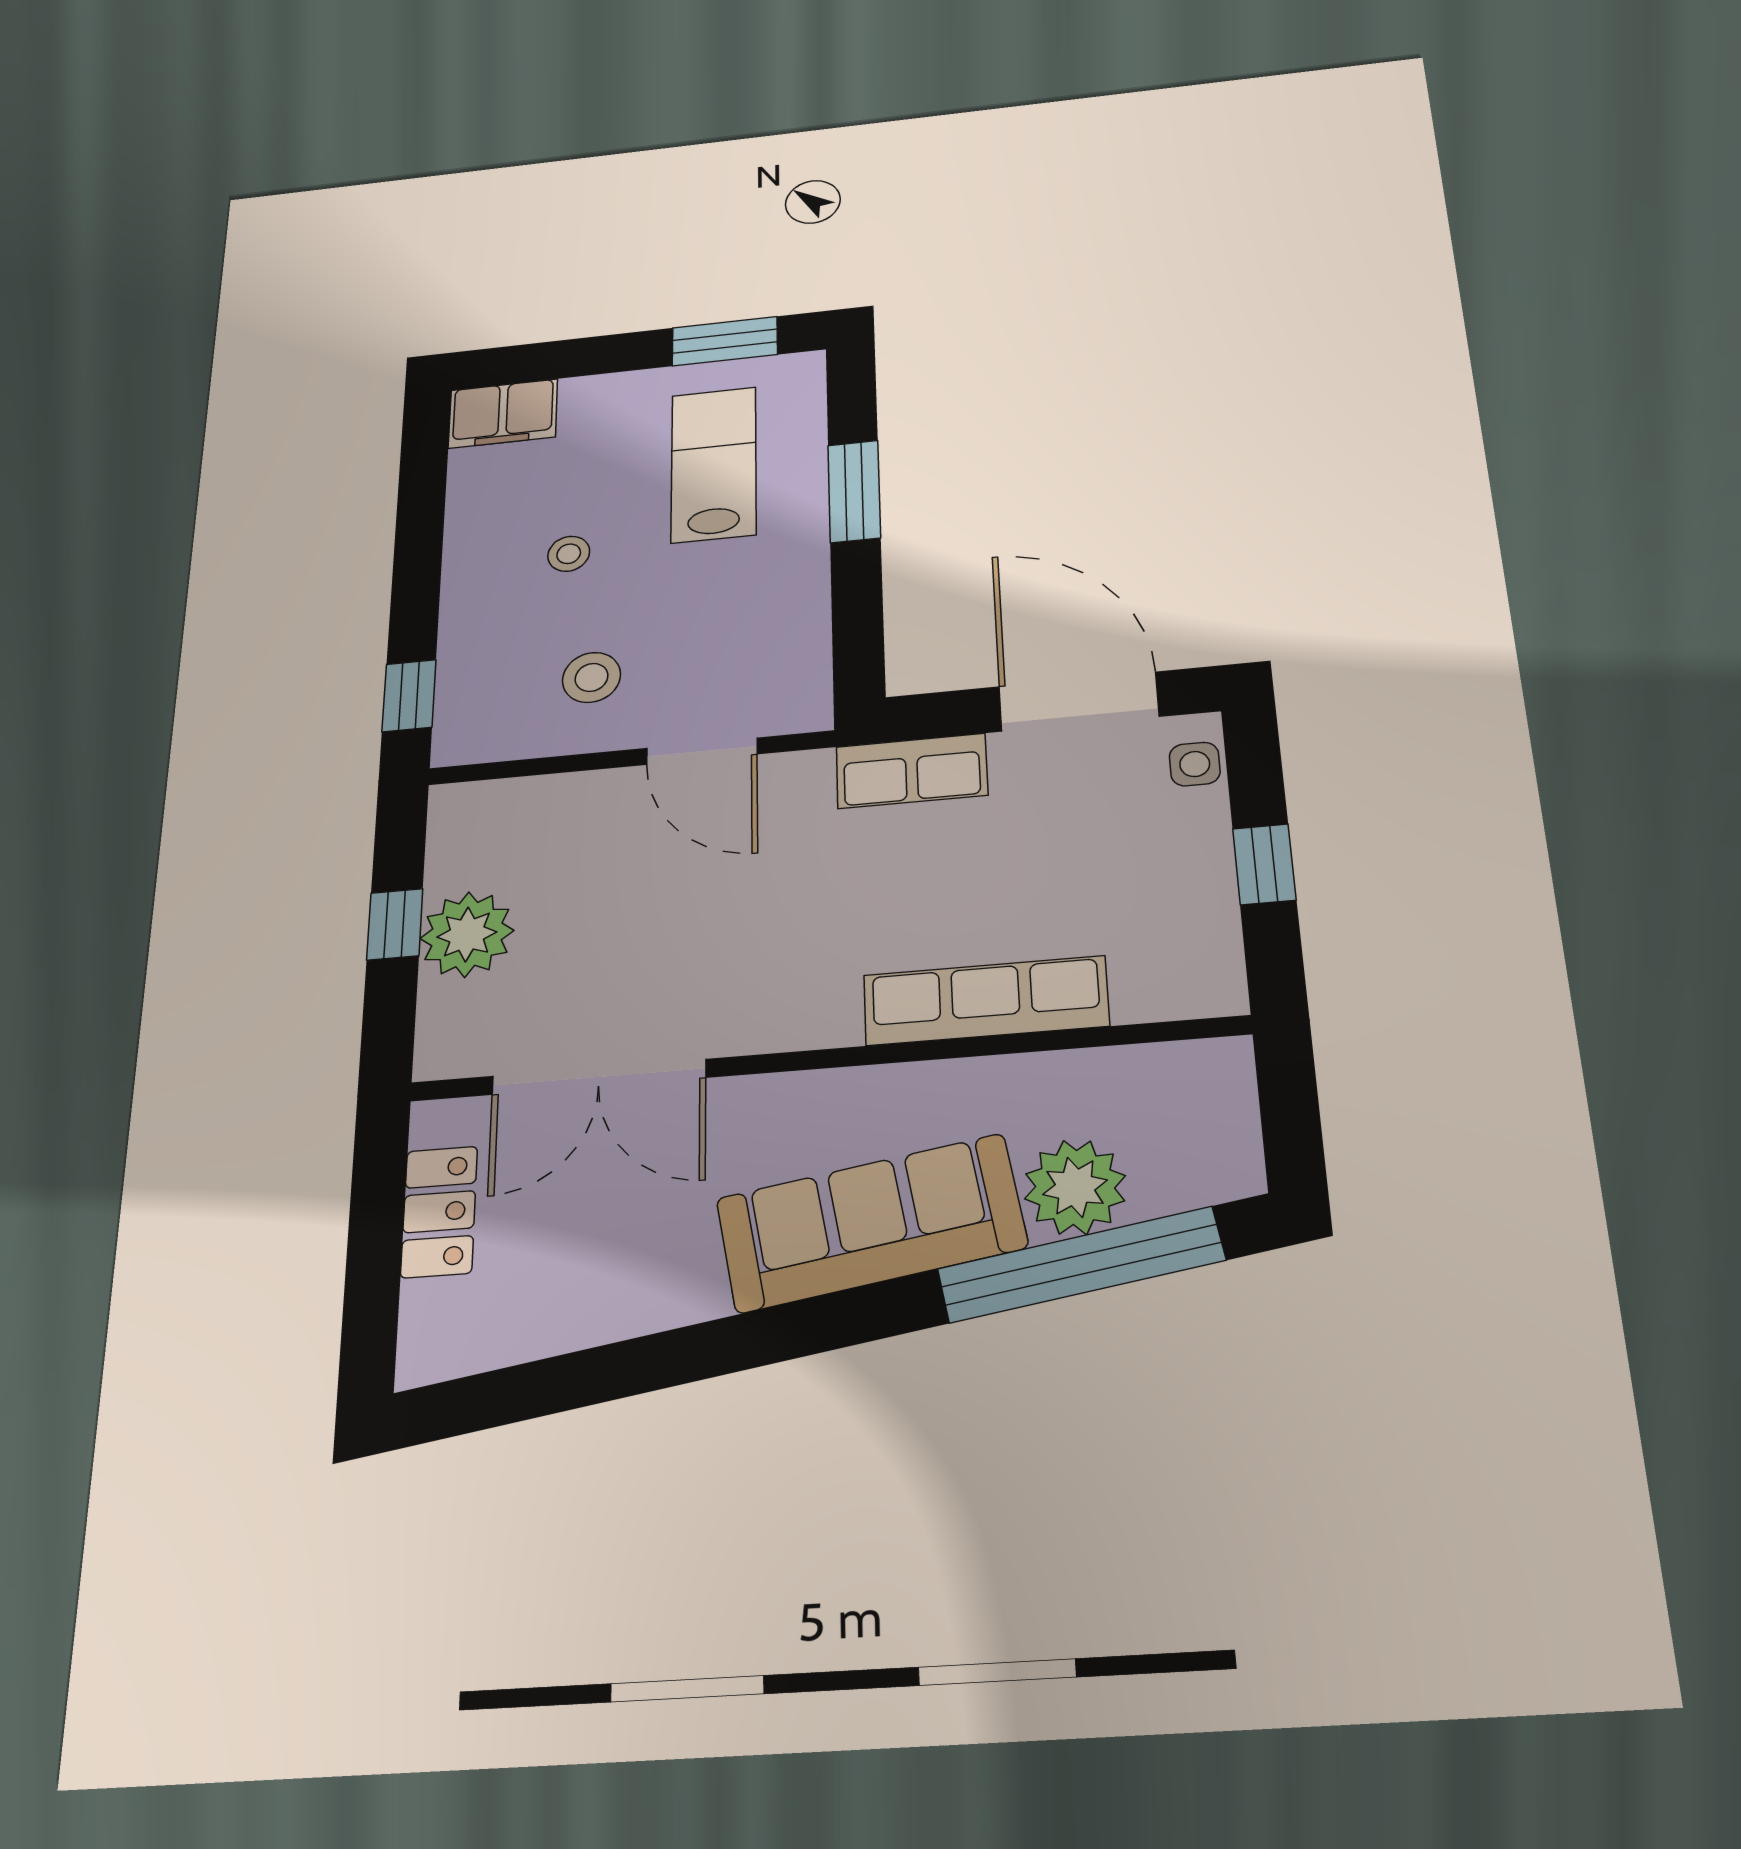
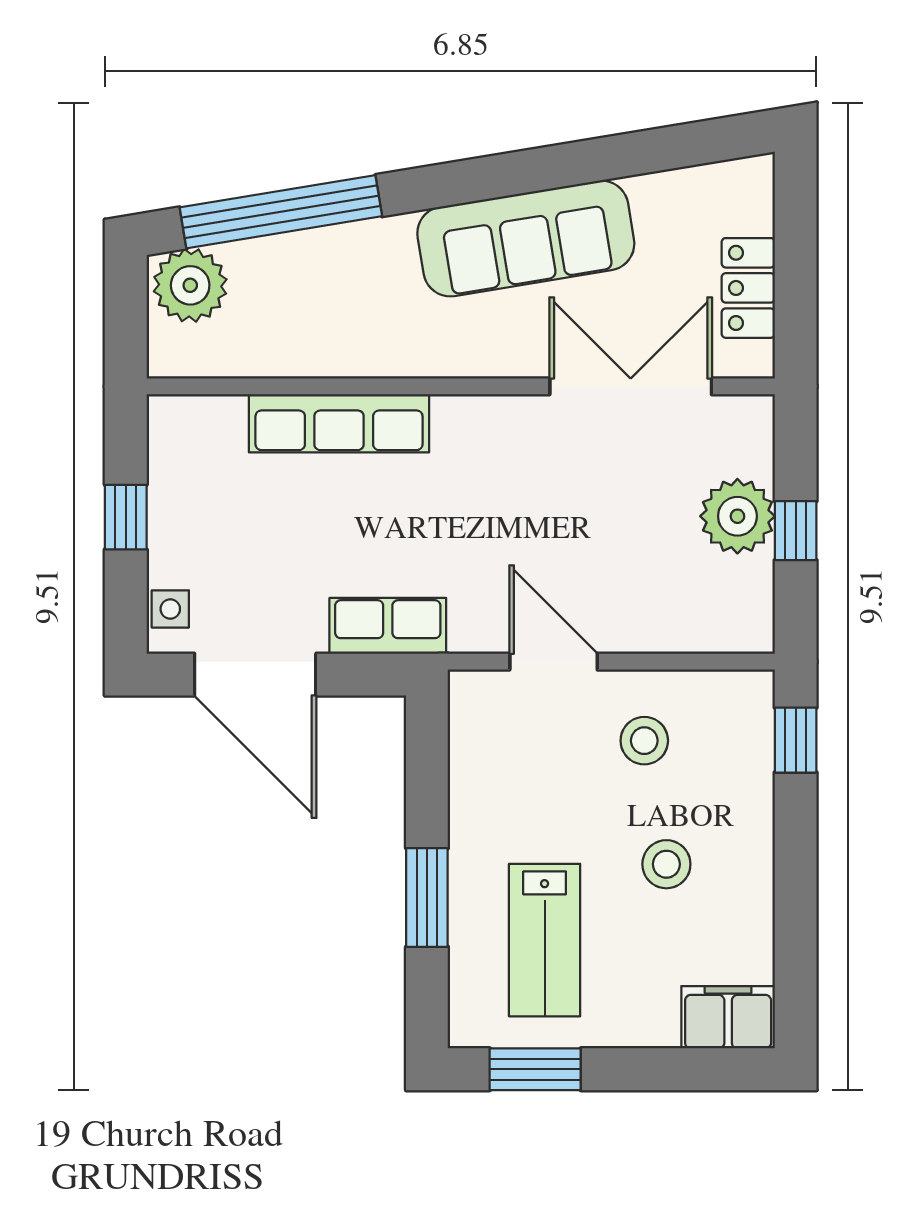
stool: (569, 554) -> (666, 864), width x1.37, depth x1.37
plant: (1075, 1187) -> (190, 285), moved
sofa: (871, 1223) -> (526, 238), moved

